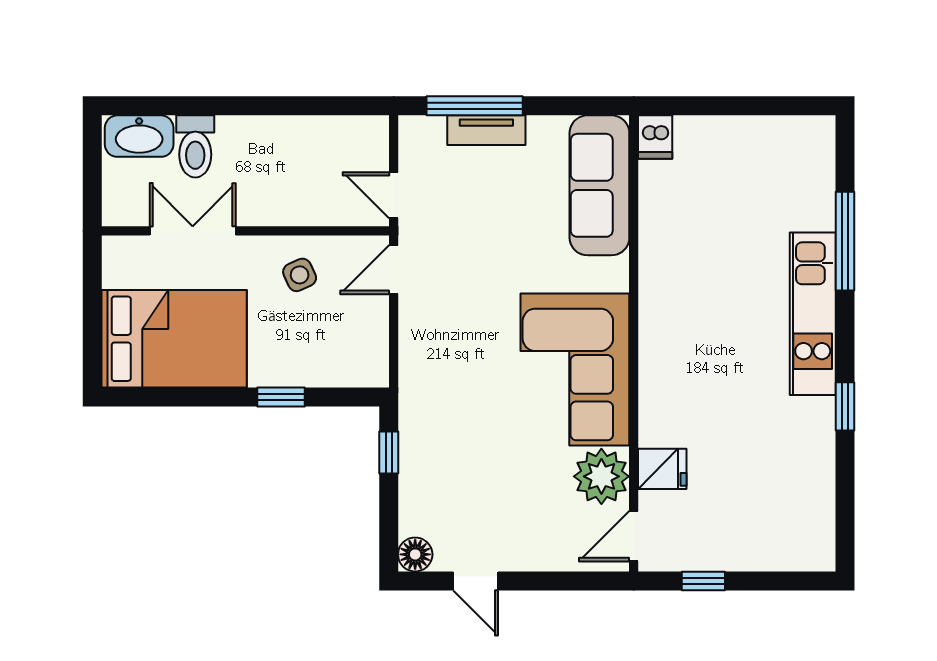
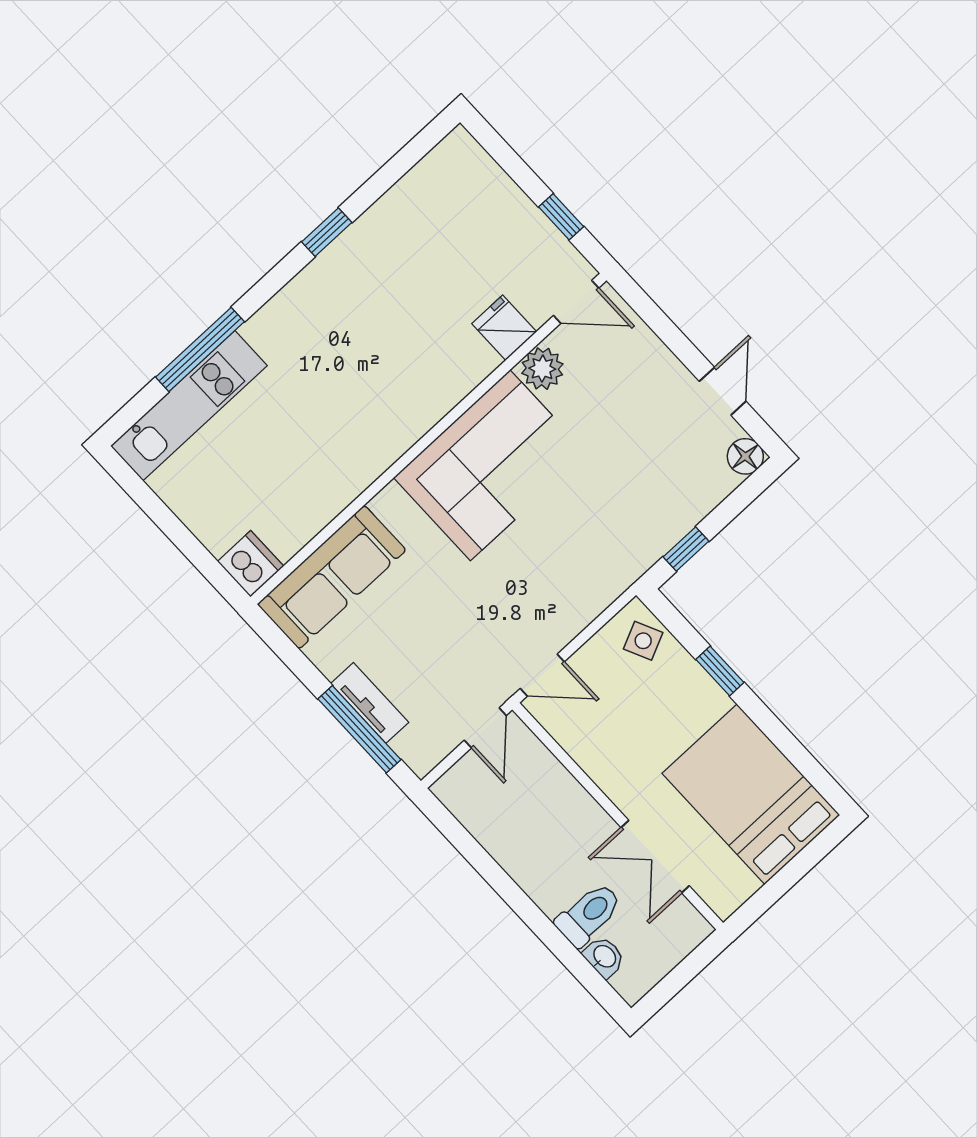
washbasin: (139, 136) -> (604, 957), width x0.52, depth x0.69
dishwasher: (655, 137) -> (251, 564), width x1.38
side table: (300, 275) -> (643, 641), moved
kitchen unit: (813, 314) -> (189, 406), moved
plant: (601, 476) -> (542, 369), width x0.73, depth x0.73

